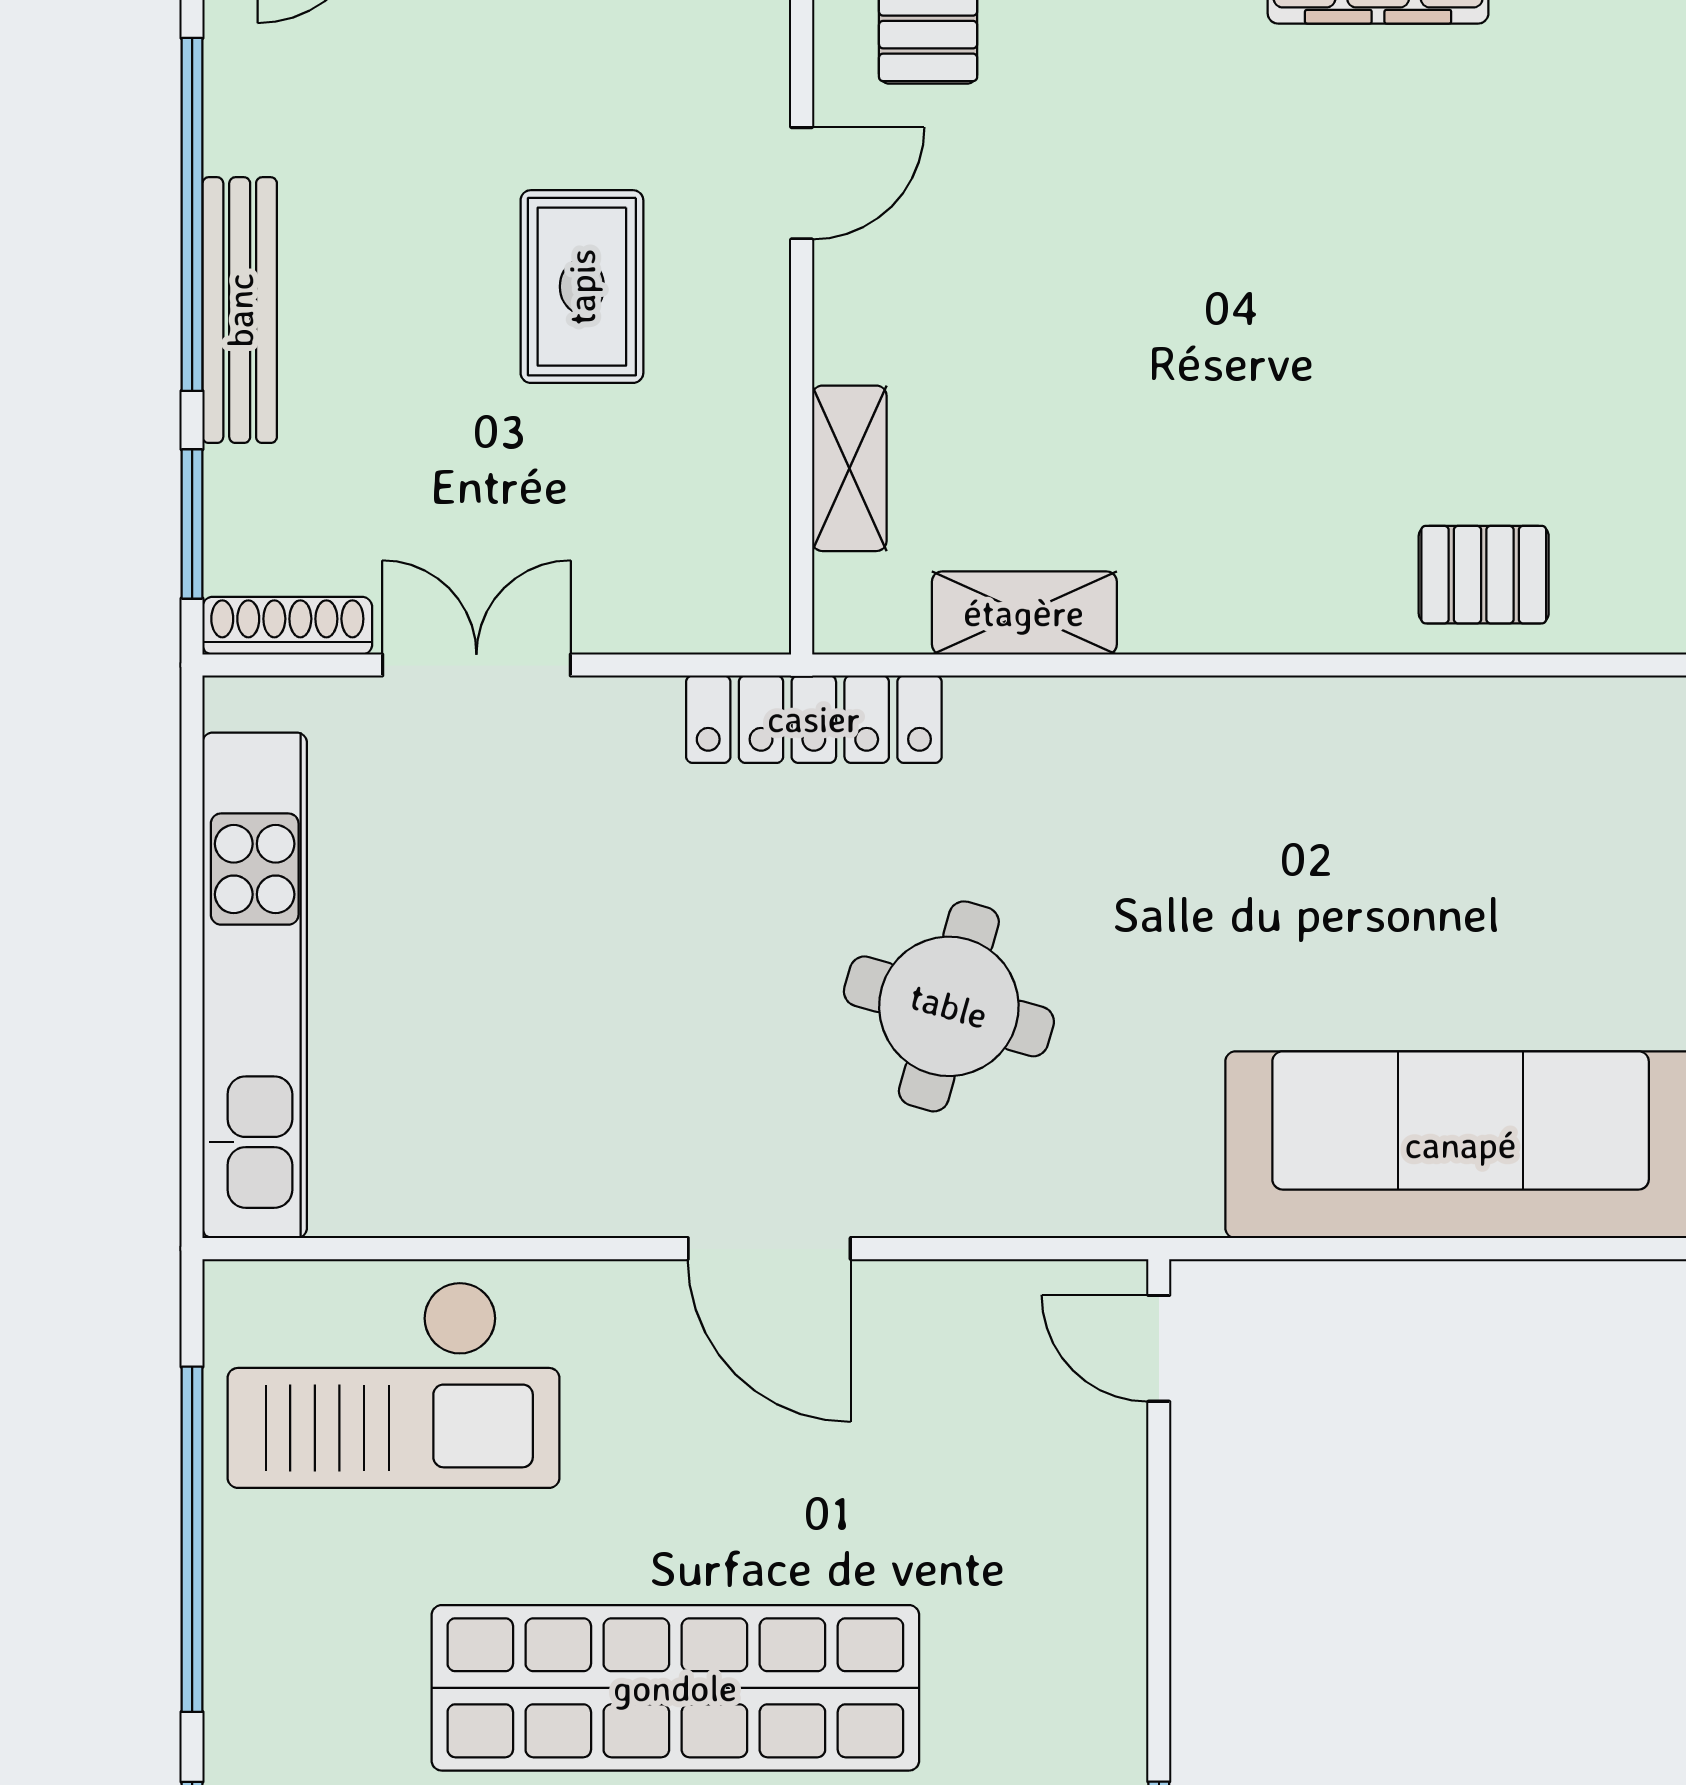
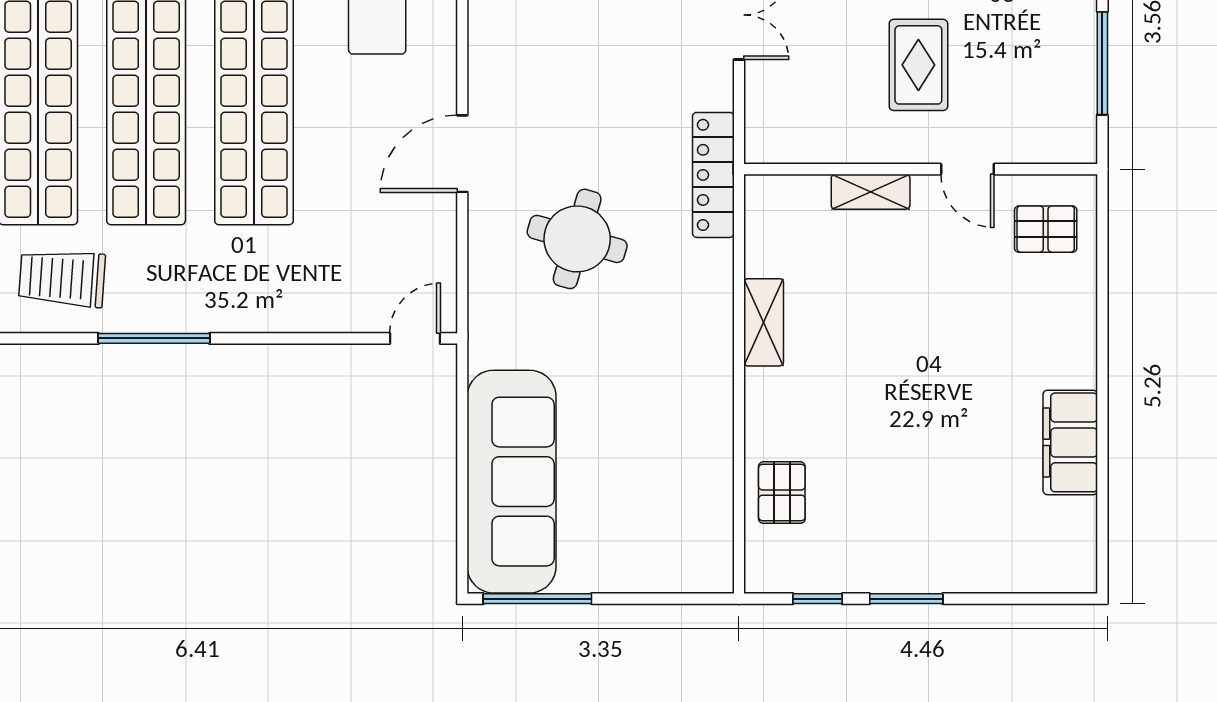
rug: (582, 287) -> (918, 65), turned 90
shelving: (849, 468) -> (871, 192), moved
shelving: (1024, 613) -> (764, 322), moved

